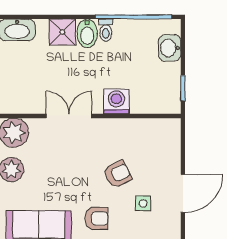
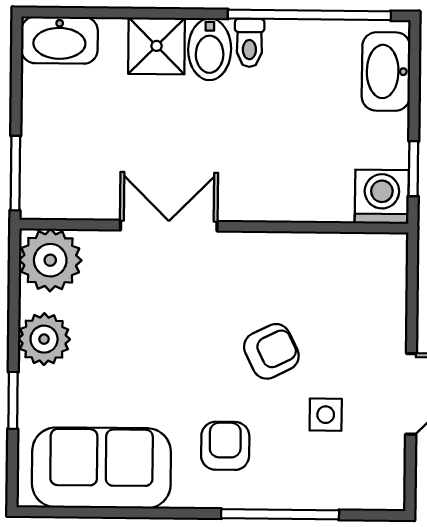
washbasin: (170, 48) -> (386, 71), width x1.38
washing machine: (116, 101) -> (382, 197), moved
armchair: (96, 218) -> (225, 446), turned -90

